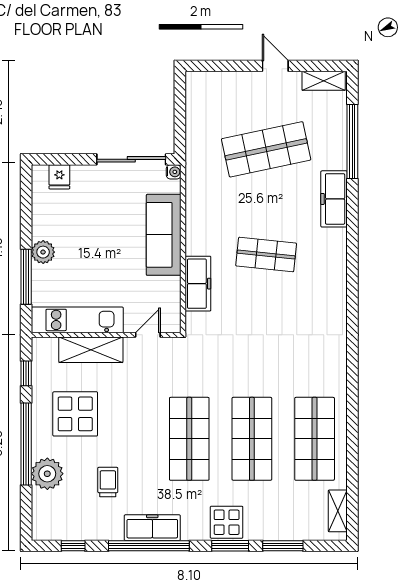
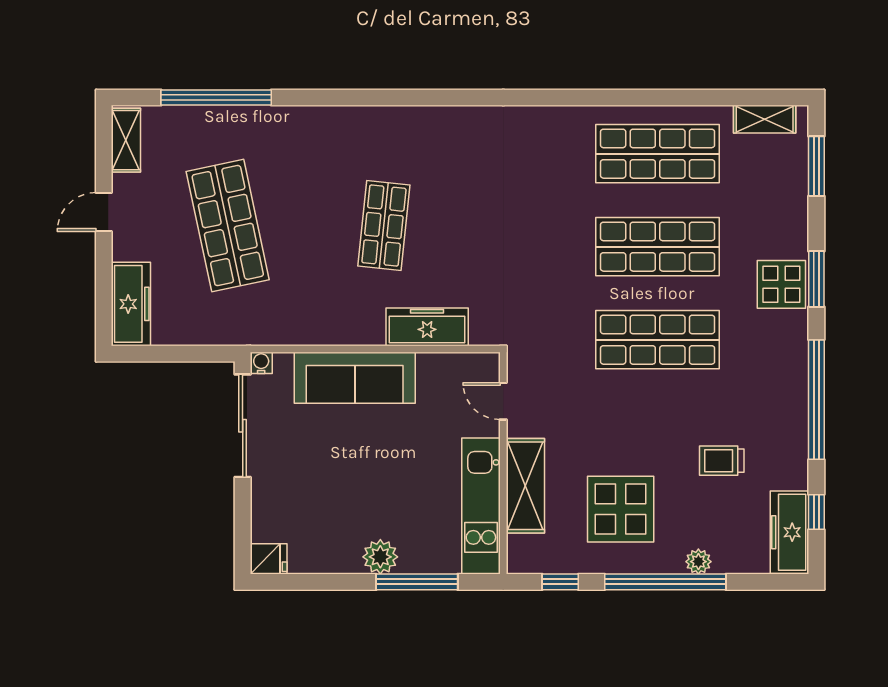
fridge: (59, 177) -> (269, 559), moved
freezer: (334, 199) -> (131, 304), moved, turned -90
plant: (47, 474) -> (698, 562), width x0.53, depth x0.53
freezer: (152, 528) -> (789, 532), moved
window: (283, 546) -> (816, 166), moved

